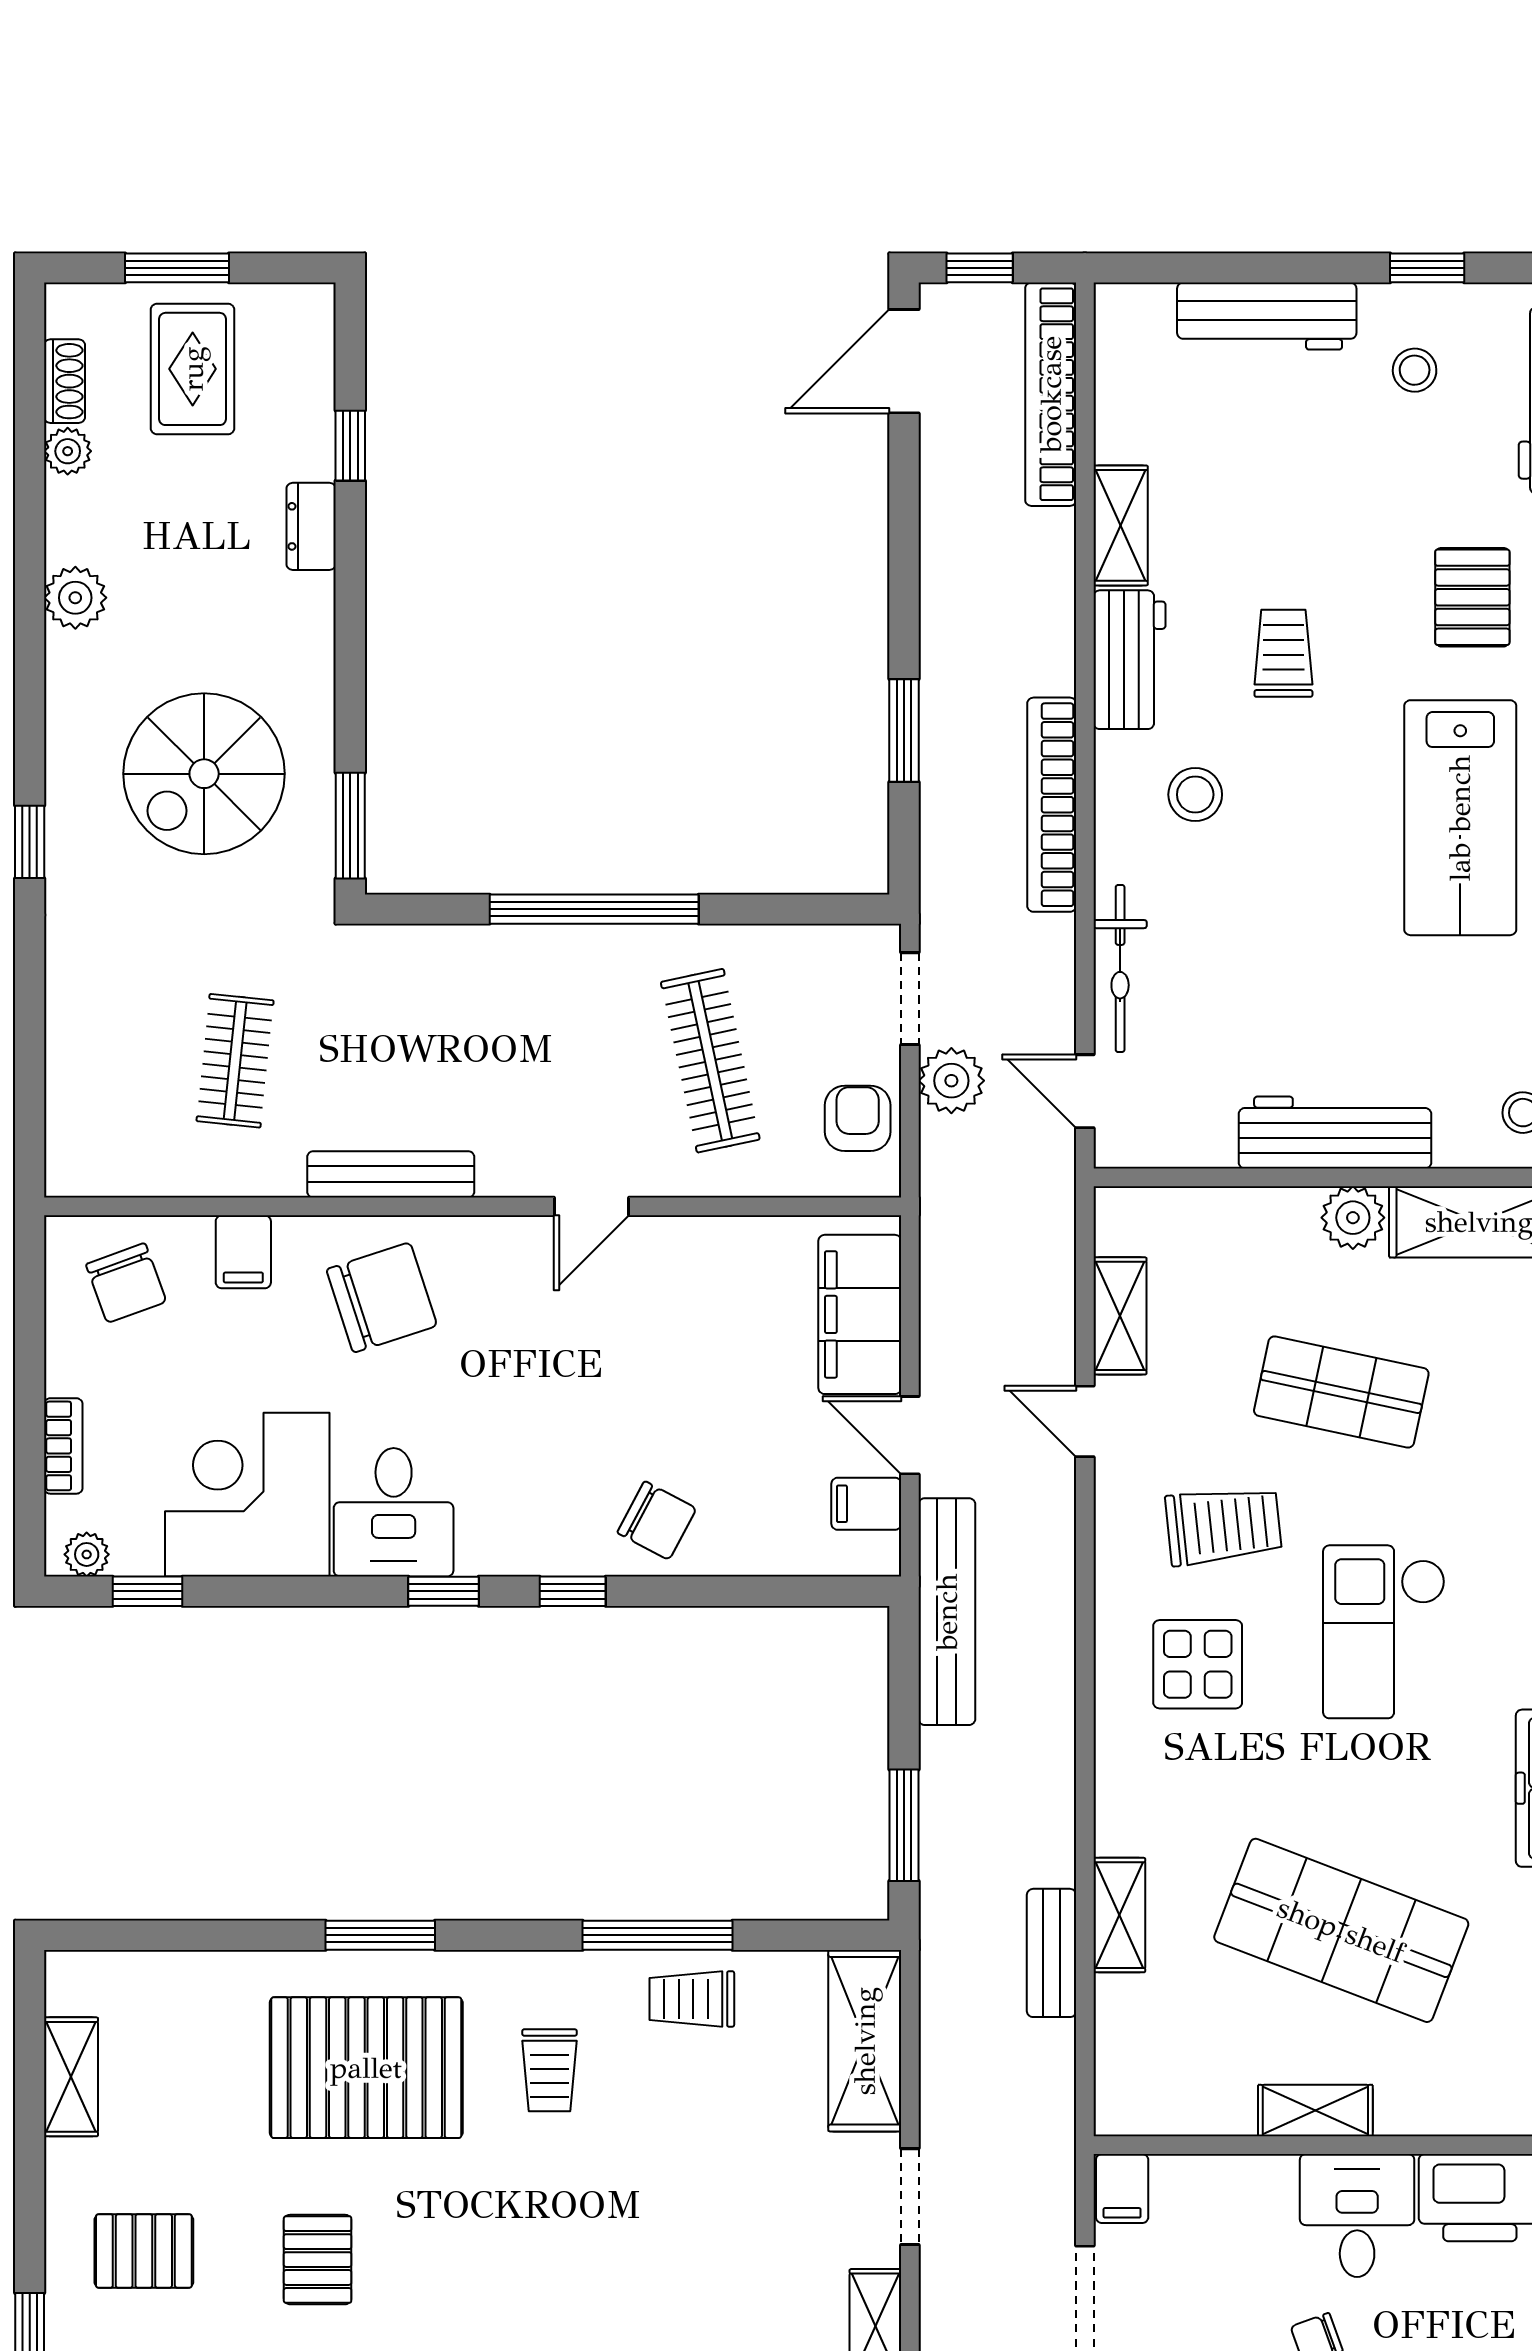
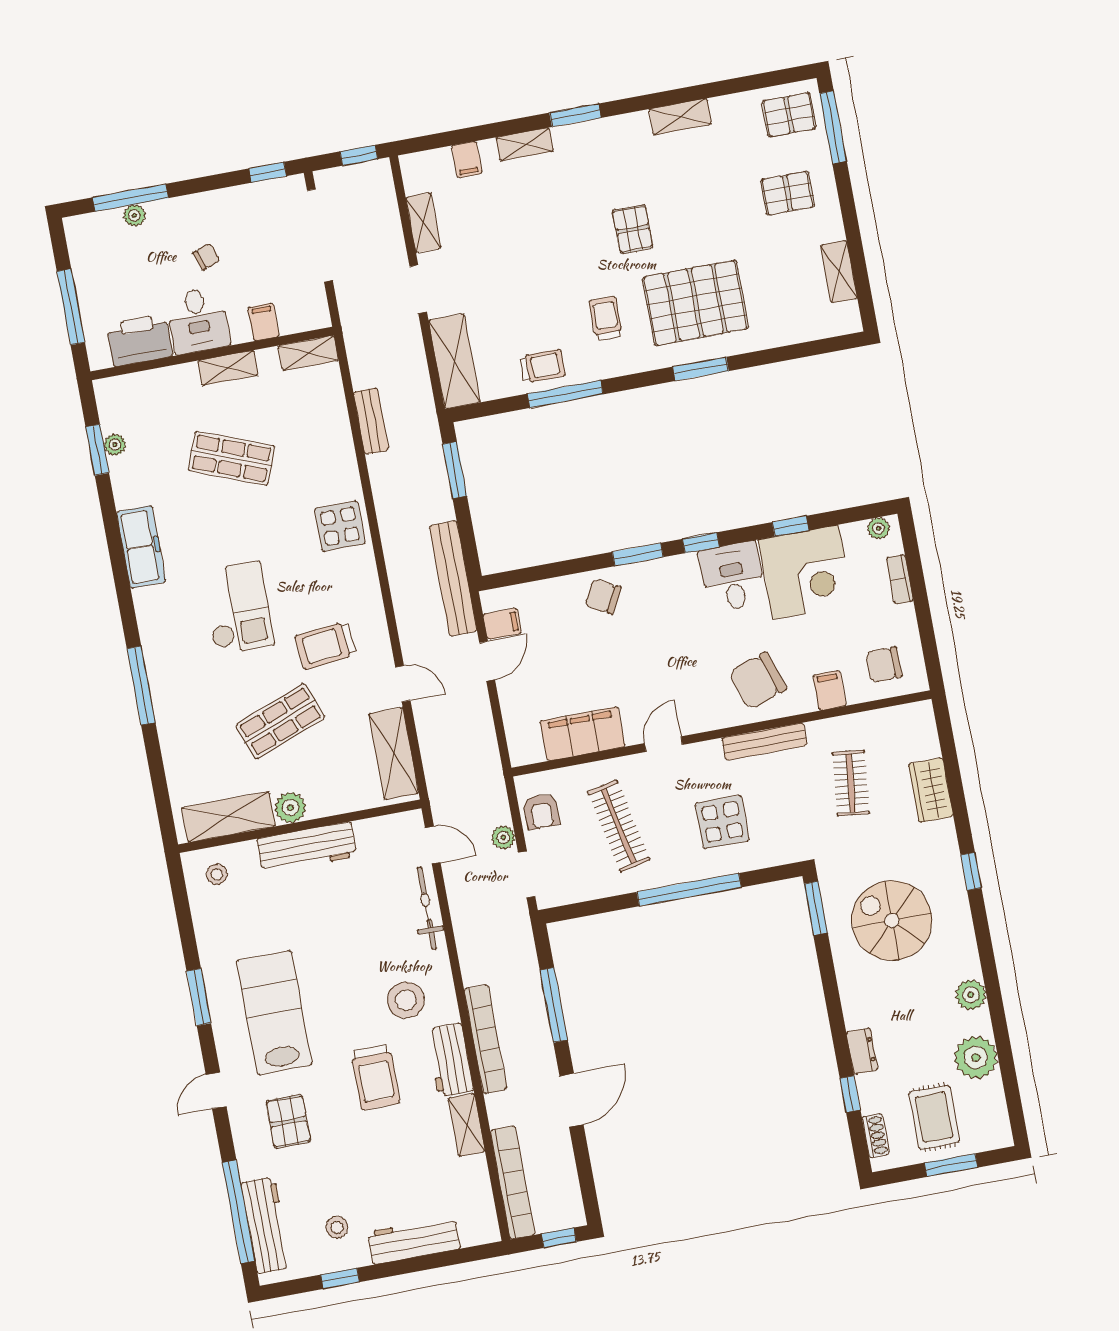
door: (904, 361) -> (571, 1100), moved
shoe rack: (65, 381) -> (876, 1136), moved, turned 180
plant: (68, 451) -> (976, 1058), width x1.87, depth x1.87
trolley: (1283, 653) -> (375, 1077), width x1.36, depth x1.39
window: (904, 730) -> (554, 1005), width x1.44
spiral stairs: (204, 774) -> (892, 920), turned -90
stool: (1195, 795) -> (406, 1000), width x1.38, depth x1.38
bookcase: (1052, 805) -> (486, 1039), moved
wardrobe: (79, 1017) -> (931, 790), added
display table: (504, 1031) -> (722, 822), added
plant: (951, 1081) -> (503, 837), width x0.73, depth x0.73
chair: (126, 1283) -> (884, 665), turned -70
filing cabinet: (860, 1314) -> (582, 734), moved, turned -90
shelving: (1120, 1316) -> (394, 754), width x1.50, depth x1.33
shop shelf: (1341, 1392) -> (280, 721), turned -33
door: (910, 1435) -> (487, 661), hinge flipped
window: (148, 1591) -> (790, 526), moved
window: (573, 1591) -> (638, 554), width x1.50
display table: (1198, 1664) -> (340, 526), moved
shelving: (1119, 1915) -> (308, 353), moved, turned 90
shop shelf: (1341, 1930) -> (232, 458), width x0.70, depth x0.74
filing cabinet: (1122, 2189) -> (263, 322), moved
pallet: (318, 2260) -> (633, 229), moved

